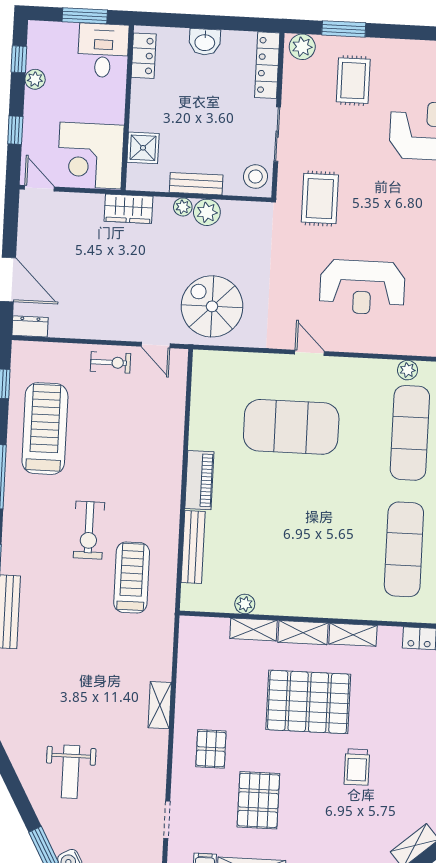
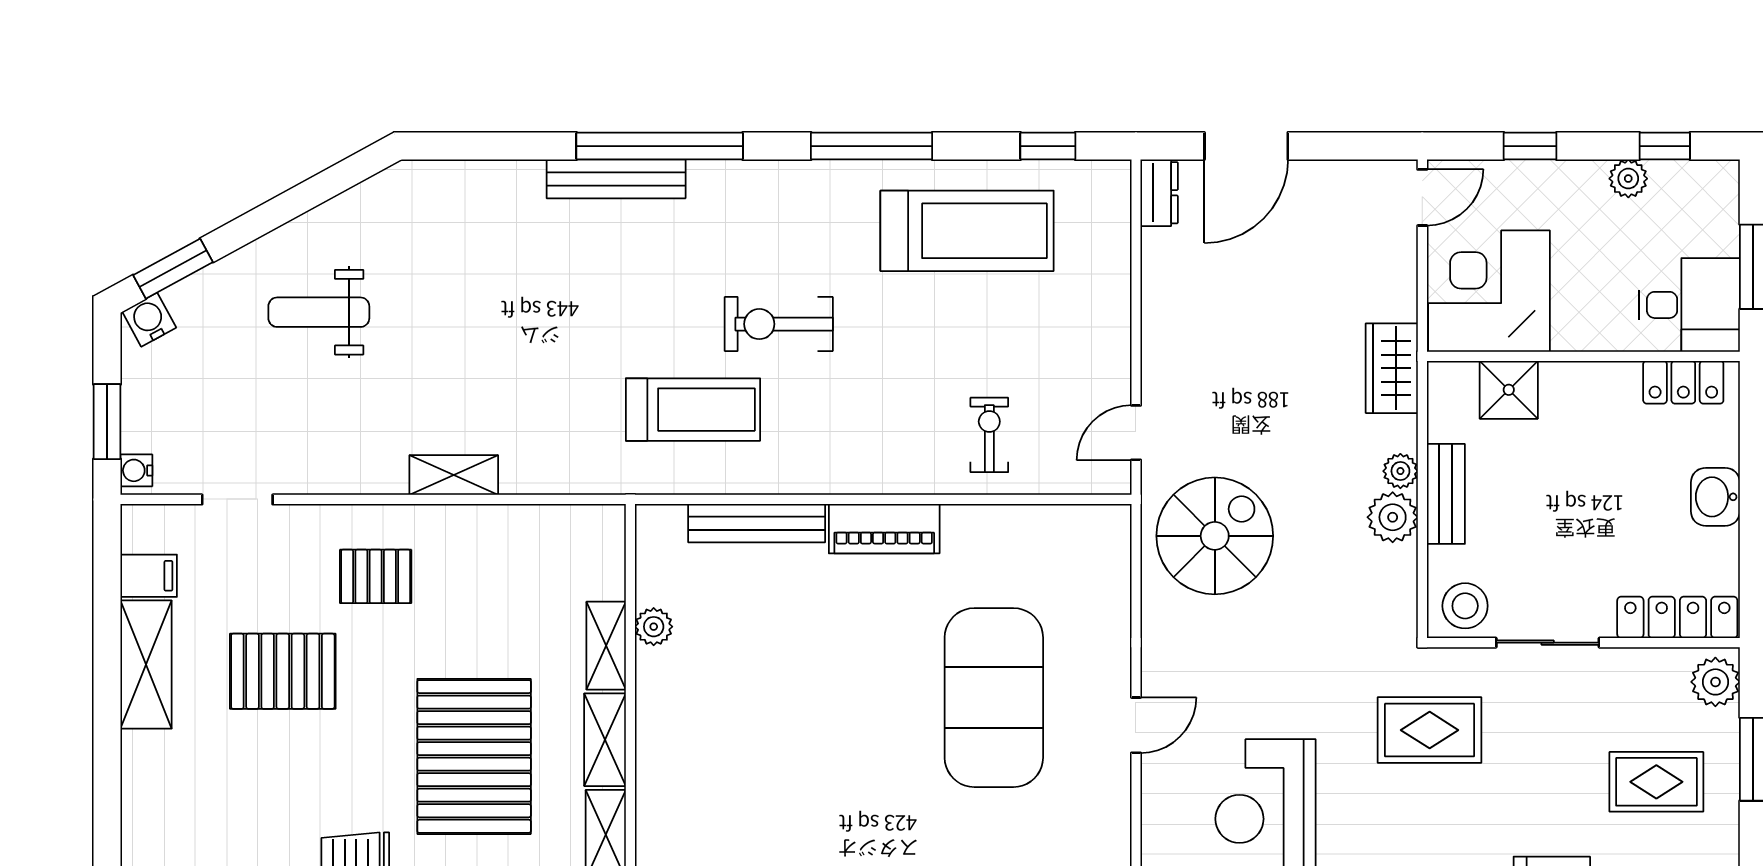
exercise bike: (111, 362) -> (989, 435), moved, turned 180

